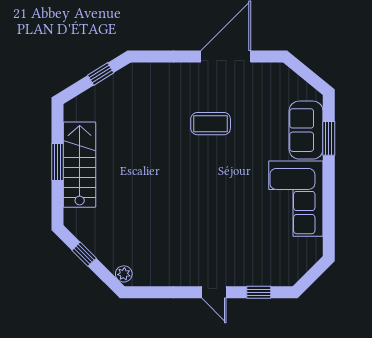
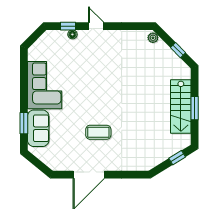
window: (101, 74) -> (177, 158), moved
floor lamp: (252, 279) -> (72, 34), added

